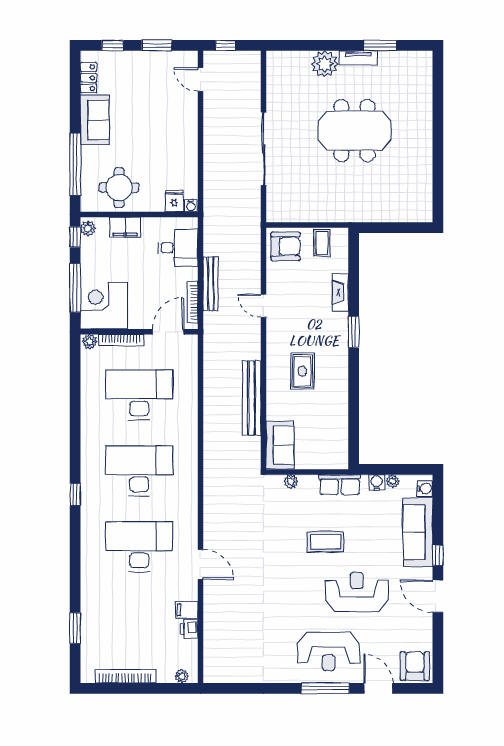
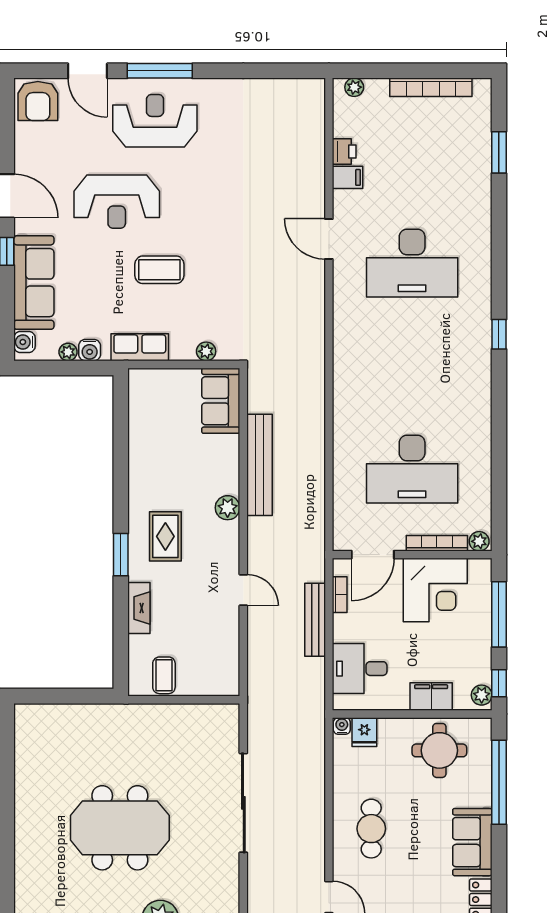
cafe table: (169, 130) -> (371, 829), added
armchair: (286, 246) -> (213, 671), removed
bookcase: (193, 302) -> (340, 595), width x0.64
corner desk: (104, 306) -> (435, 590), moved
plant: (275, 366) -> (228, 508), added
rug: (302, 371) -> (165, 536), moved
desk: (139, 471) -> (412, 366), removed

